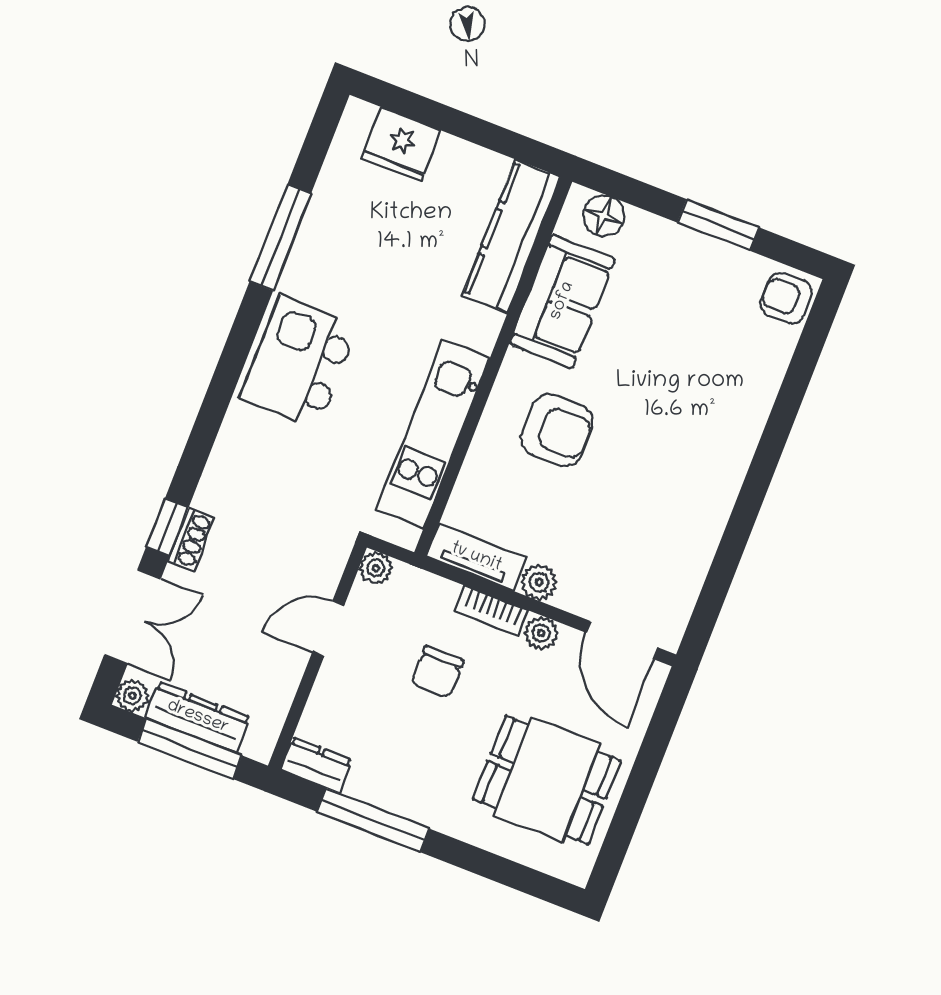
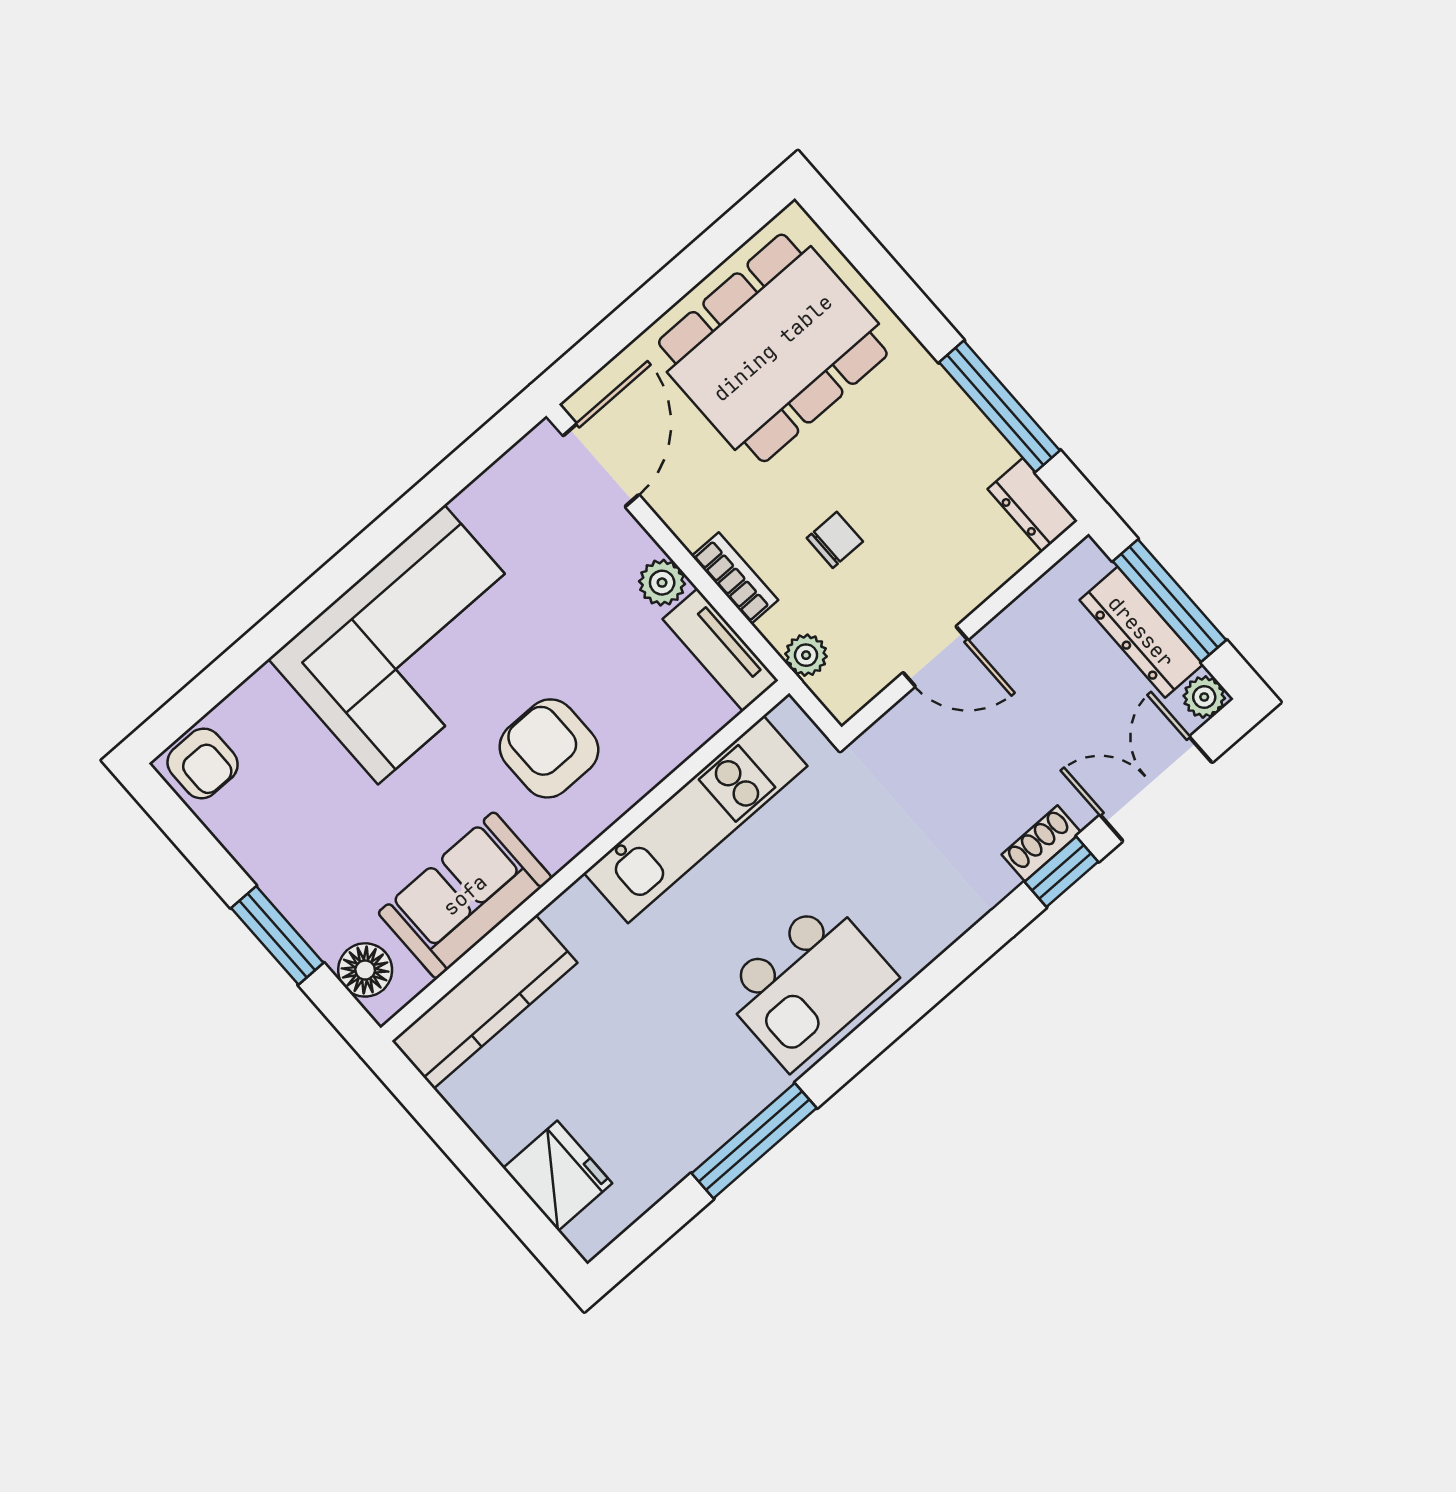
window: (718, 225) -> (277, 935), moved
corner sofa: (687, 452) -> (411, 645), added
plant: (376, 568) -> (806, 655), moved
plant: (541, 633) -> (691, 522), removed
chair: (437, 672) -> (835, 540), width x0.73, depth x0.73
dining table: (547, 780) -> (773, 348), width x1.38

